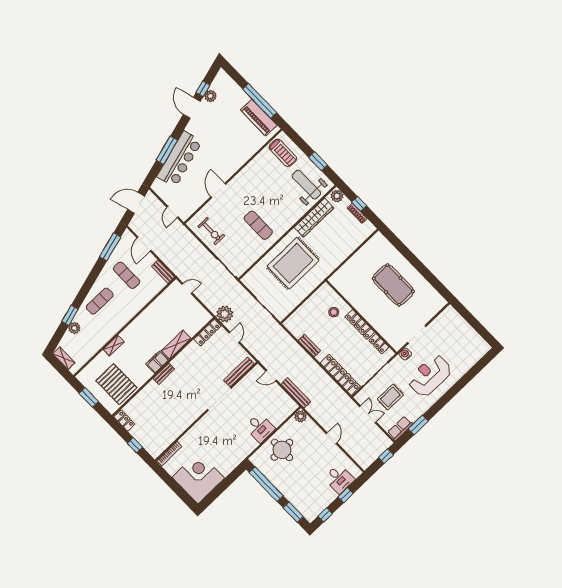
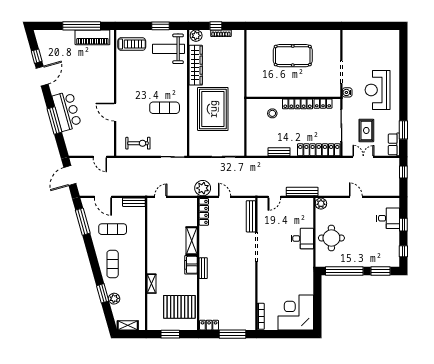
plant: (211, 96) -> (46, 56), removed
door: (192, 108) -> (42, 76), swing flipped
bar counter: (180, 159) -> (67, 111), width x0.73
window: (135, 445) -> (233, 334), width x2.17

